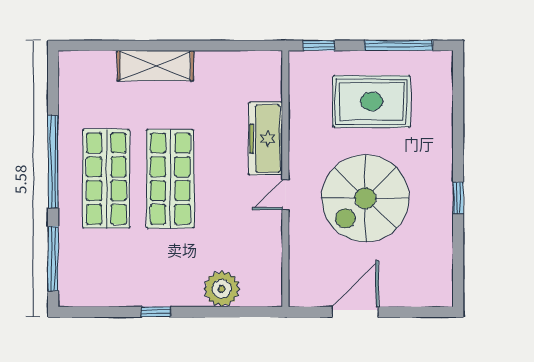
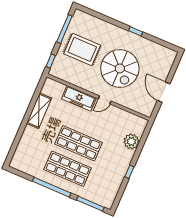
shelving: (155, 66) -> (39, 111), moved
rug: (372, 101) -> (82, 49), turned 90
door: (285, 195) -> (105, 100), hinge flipped

